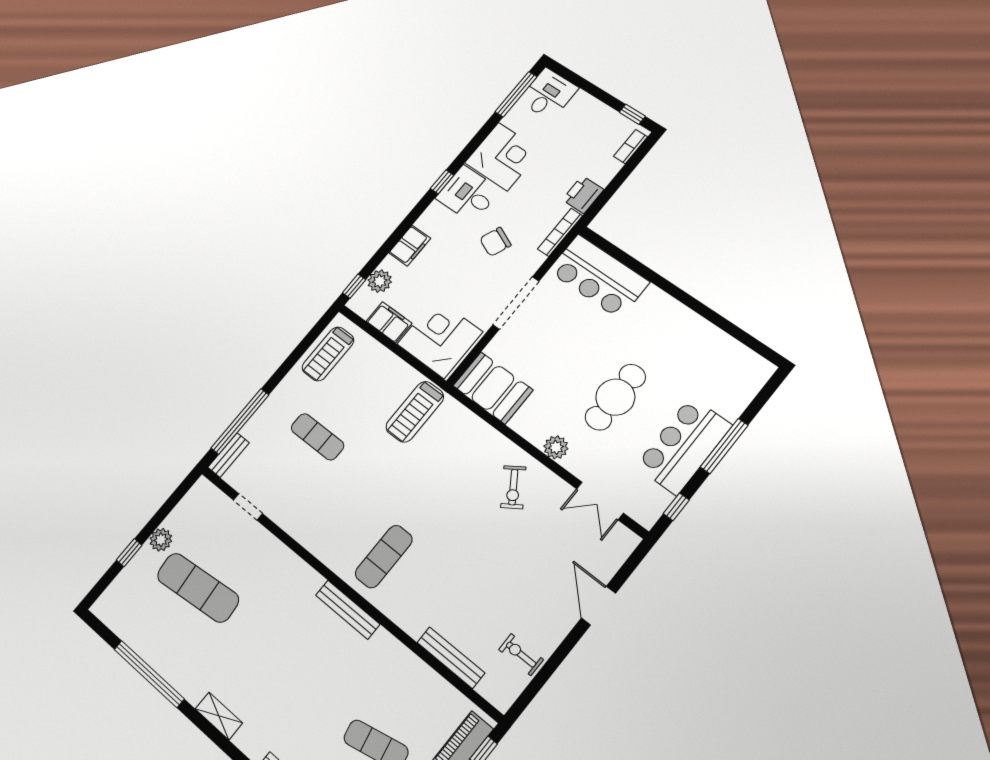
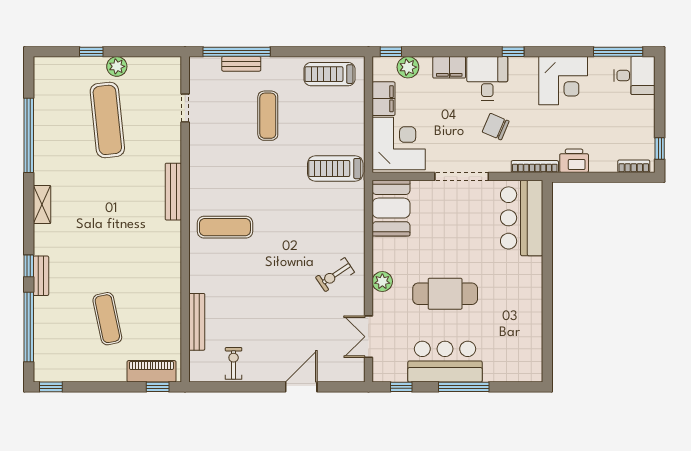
desk: (468, 194) -> (487, 78), moved
bench: (229, 455) -> (241, 64), moved
bench: (348, 610) -> (173, 192), moved

